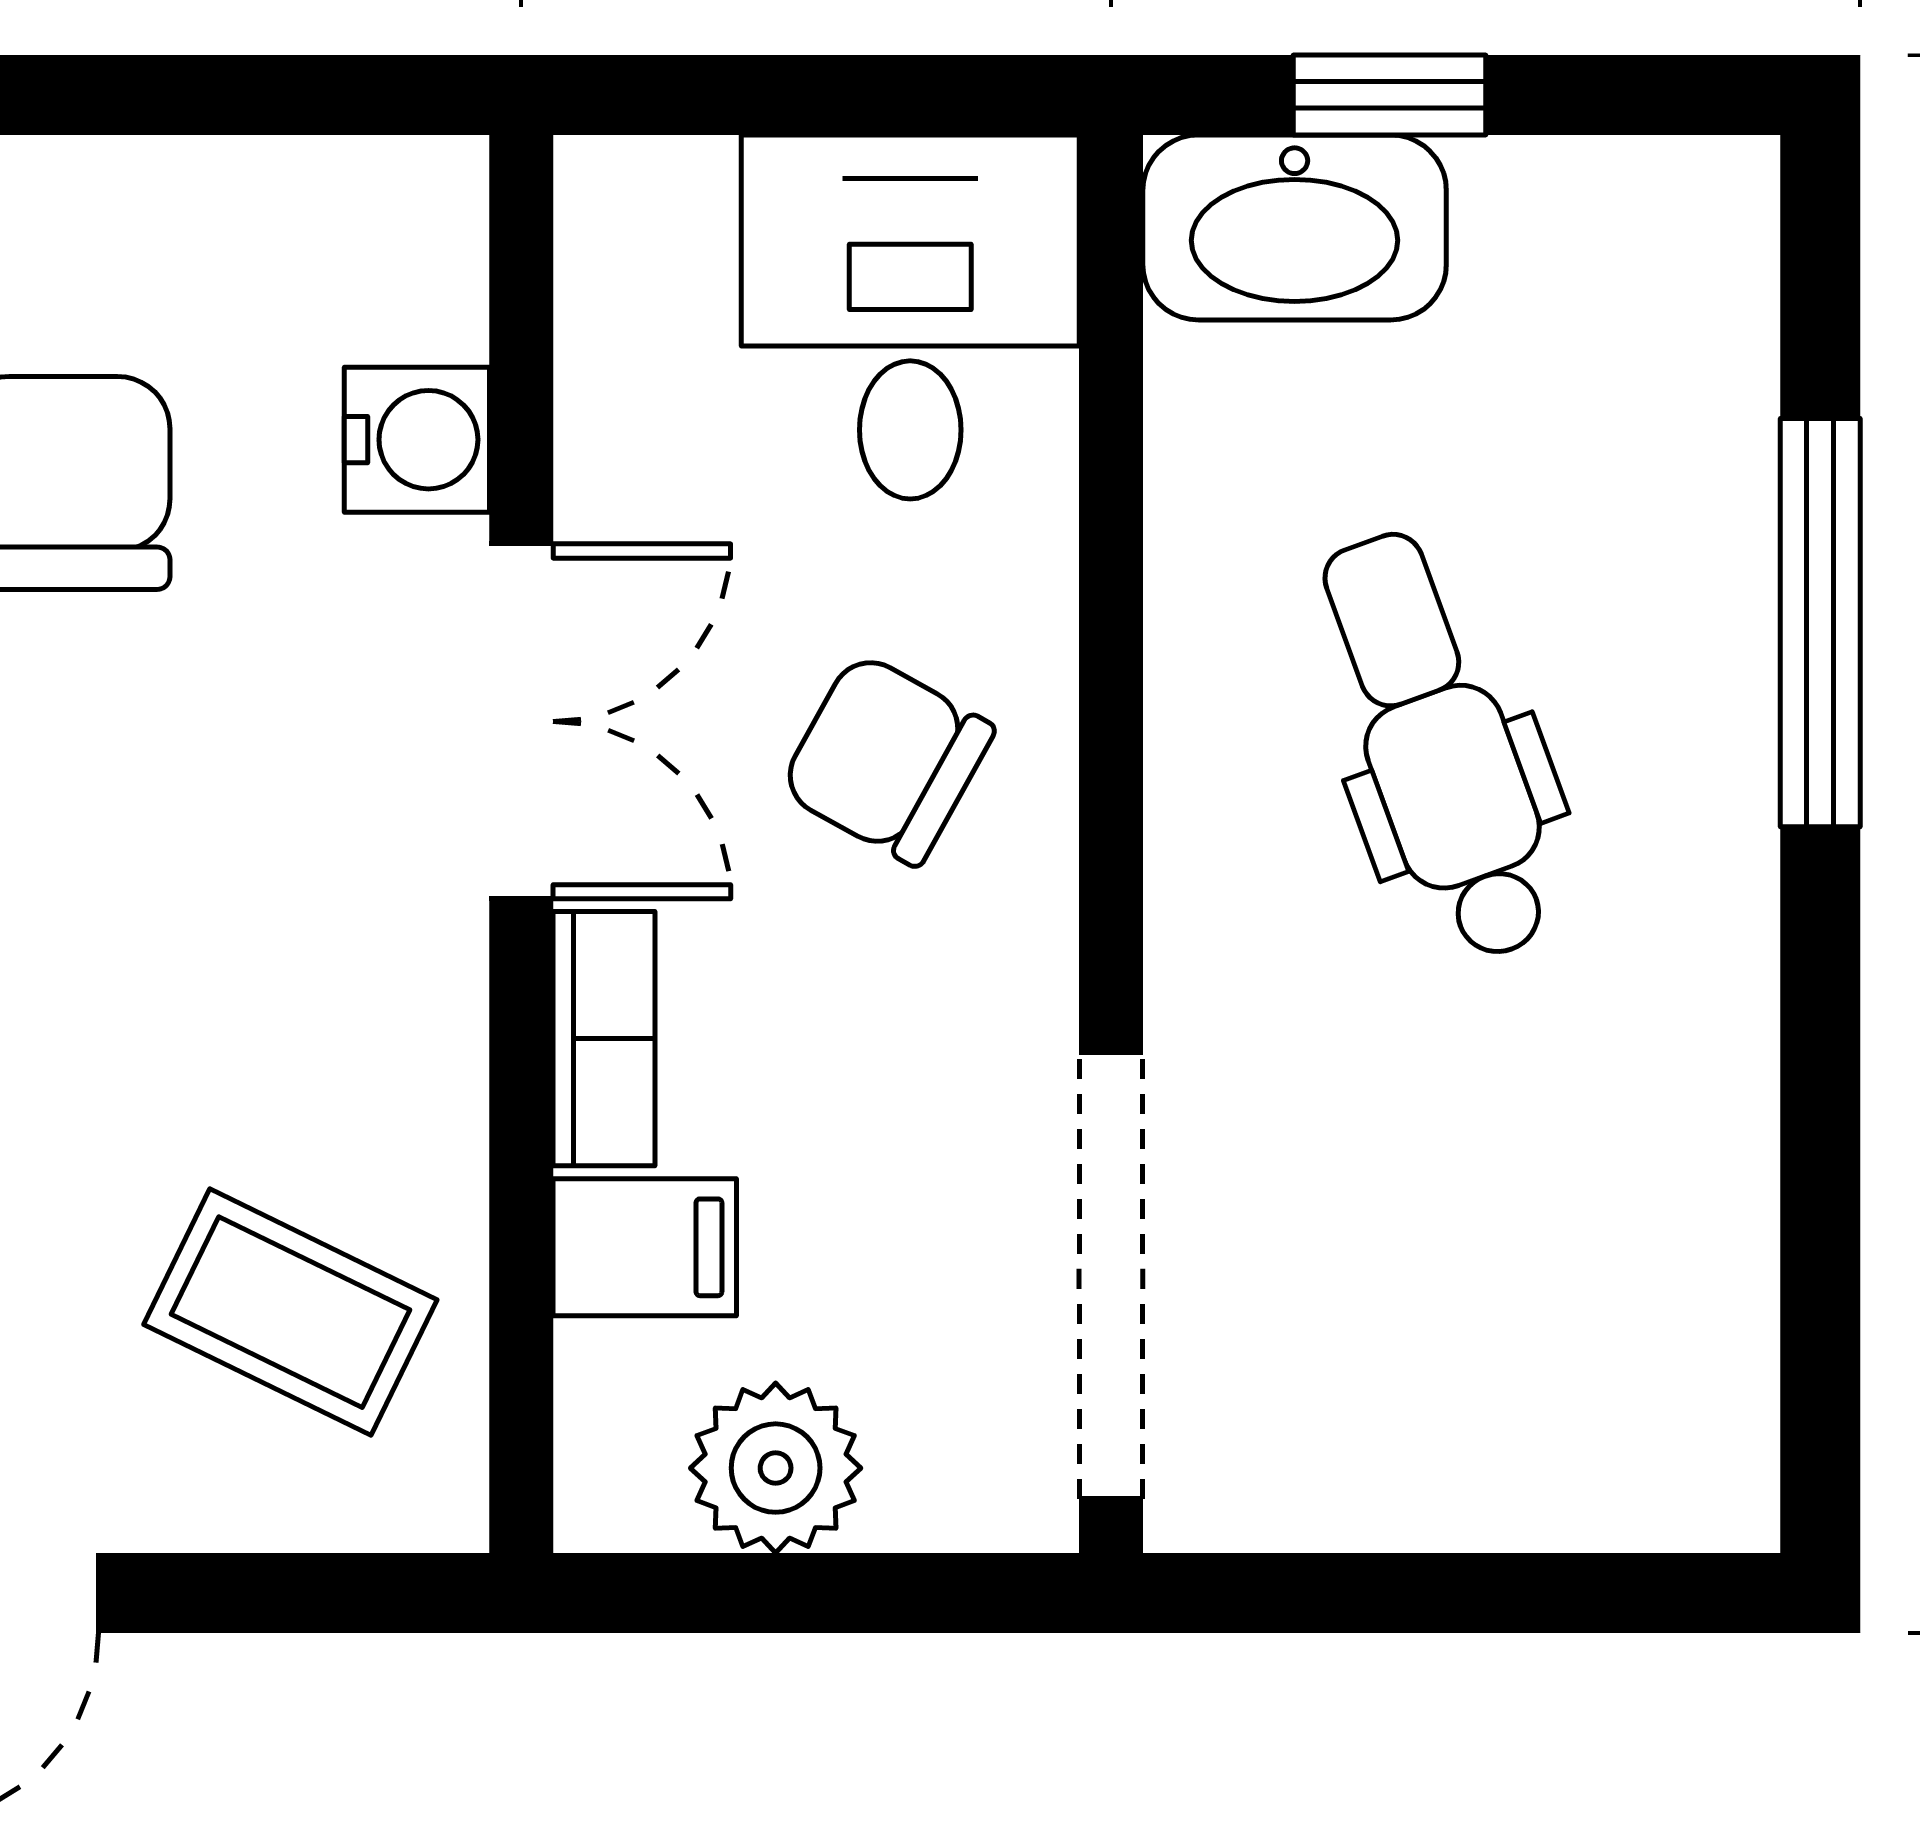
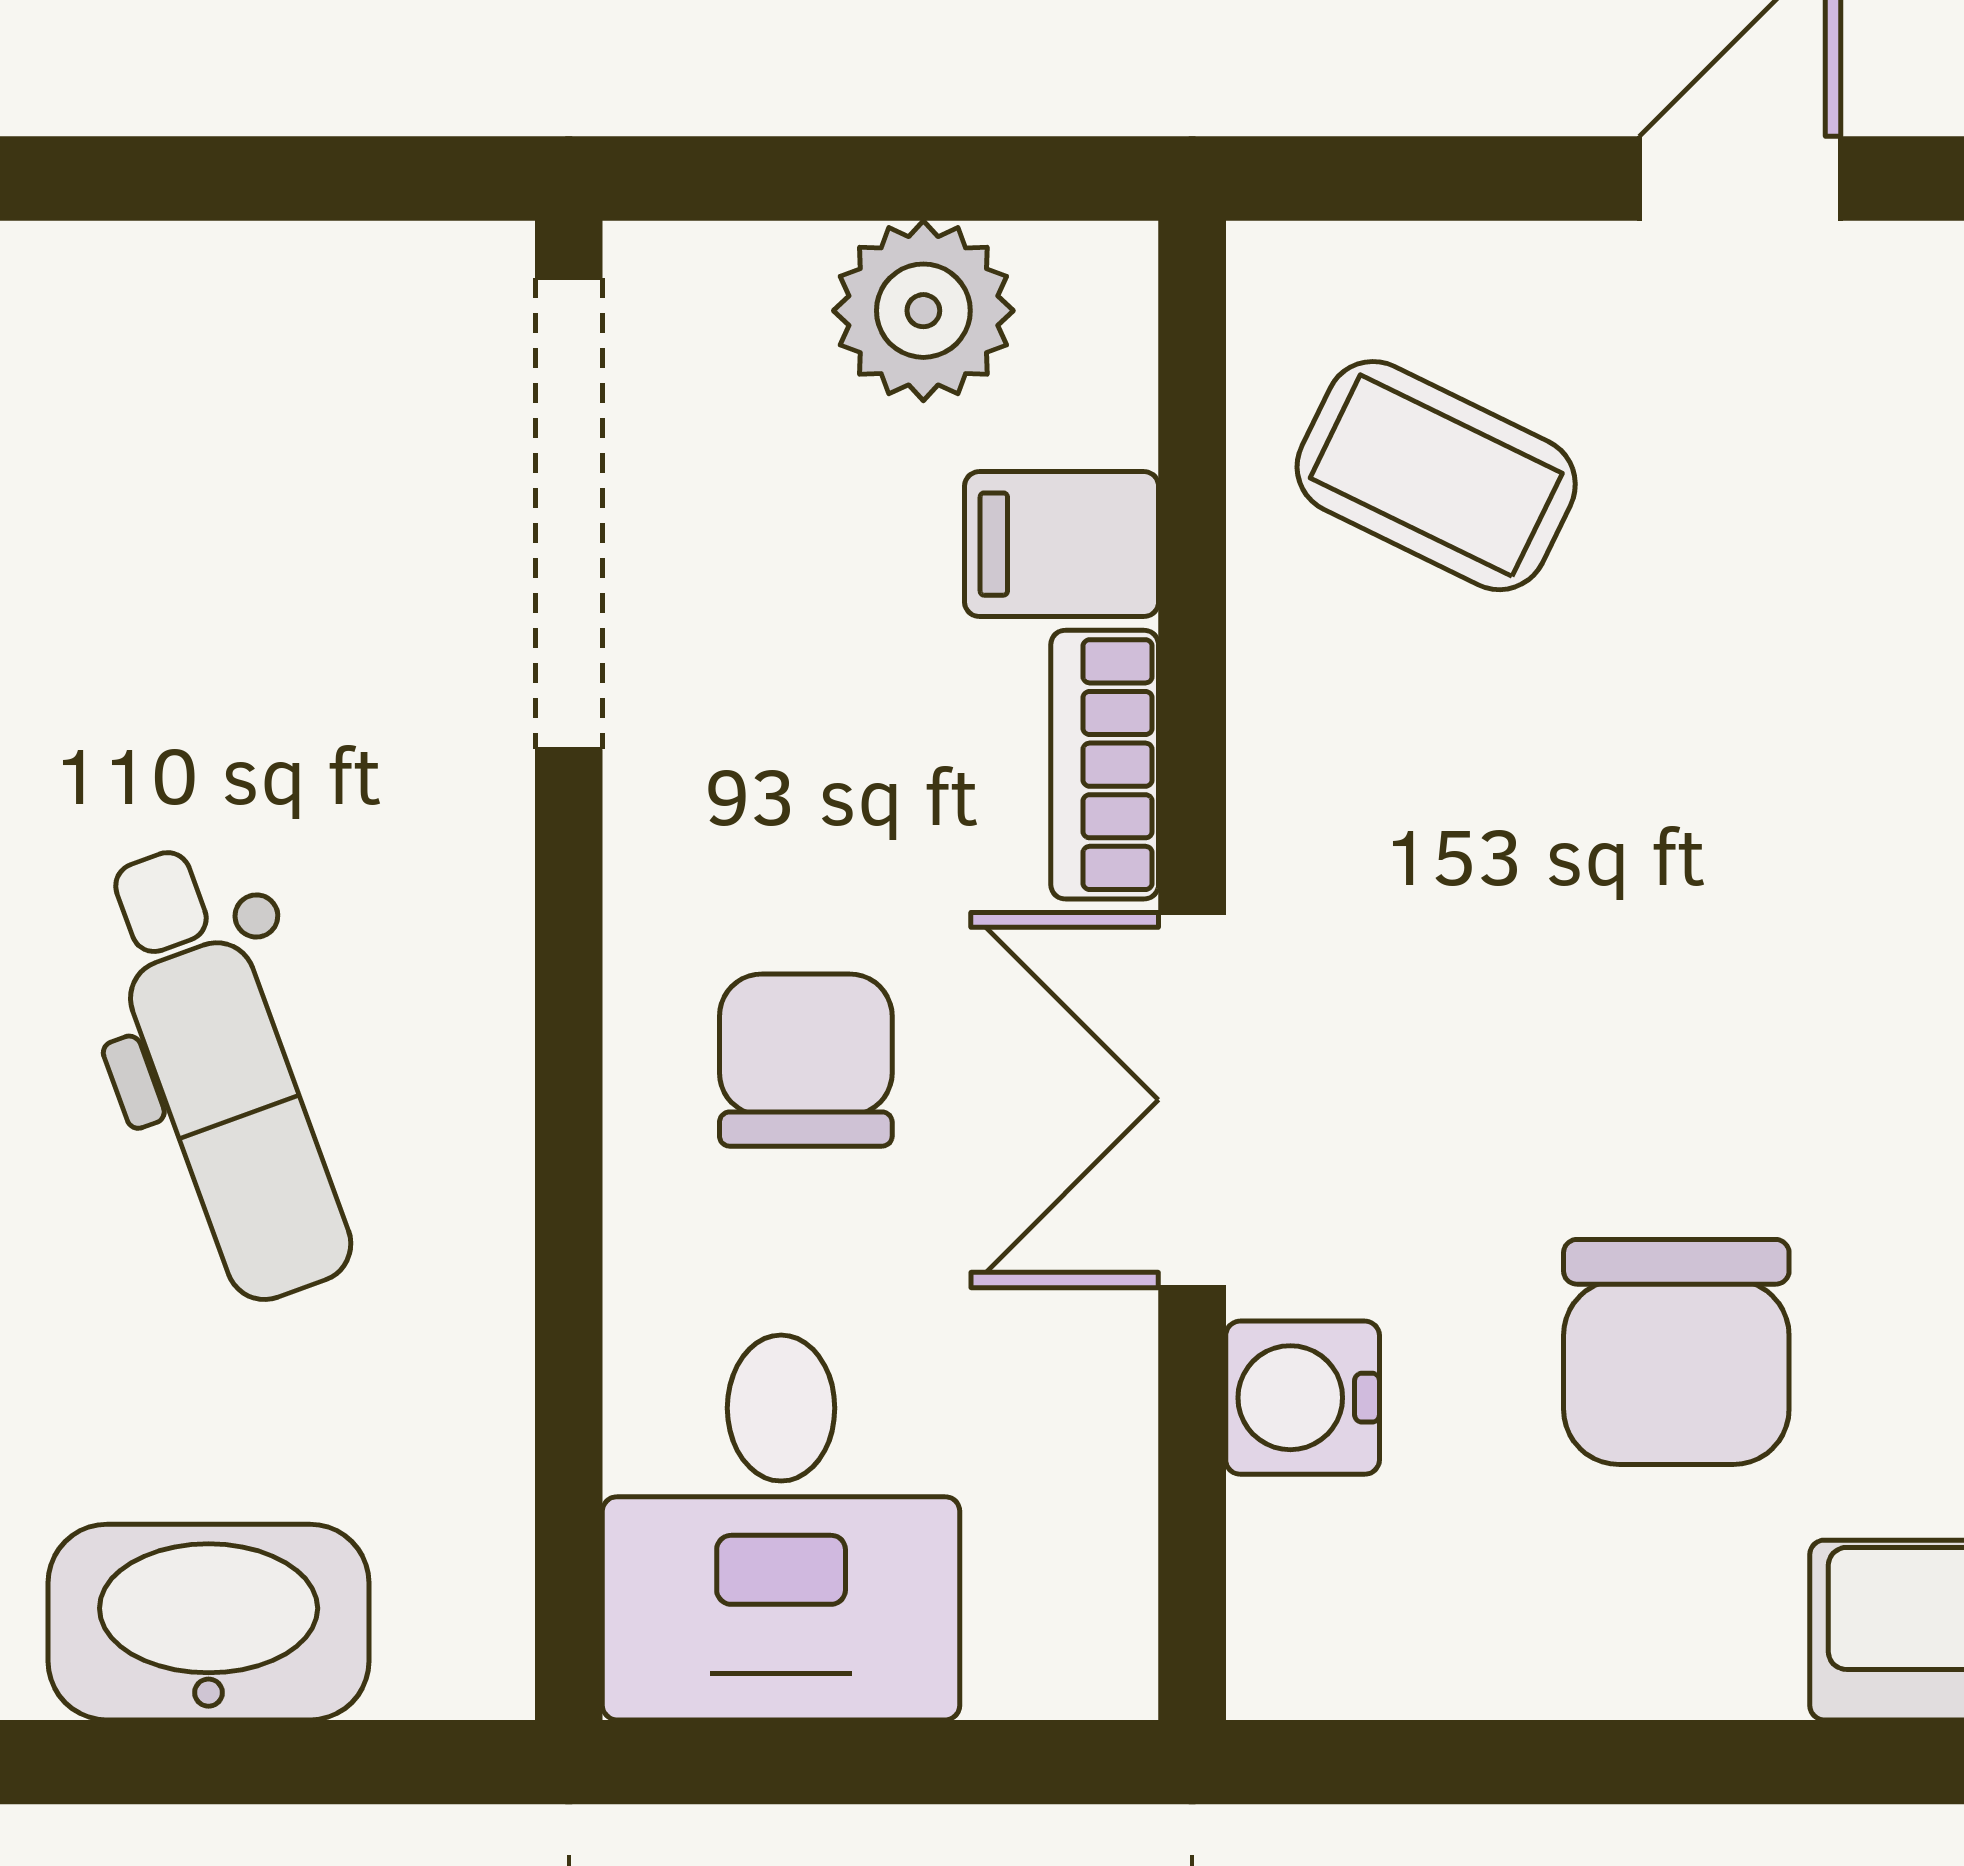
window: (1390, 95) -> (274, 1762), removed
washbasin: (1295, 227) -> (209, 1622), moved
chair: (887, 759) -> (806, 1060), turned -119

